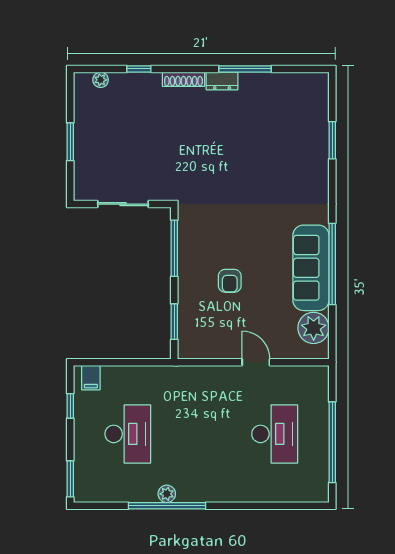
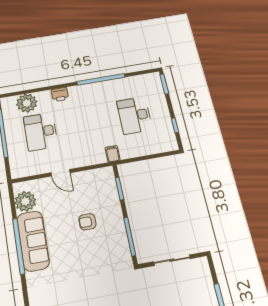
armchair: (230, 281) -> (87, 222), turned -90
filing cabinet: (91, 378) -> (113, 154), moved
printer: (235, 491) -> (60, 94), added
plant: (167, 494) -> (27, 103), moved, width x1.88, depth x1.88

